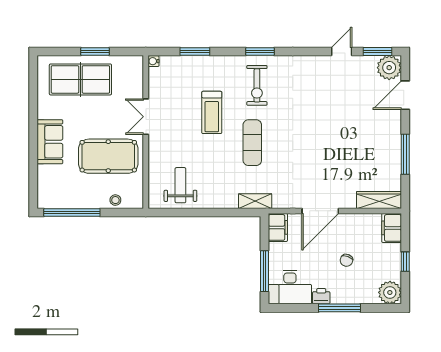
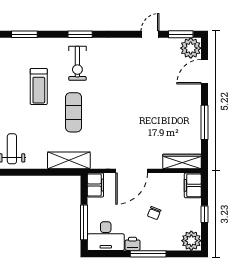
shelving: (255, 201) -> (69, 160), width x1.50, depth x1.33

